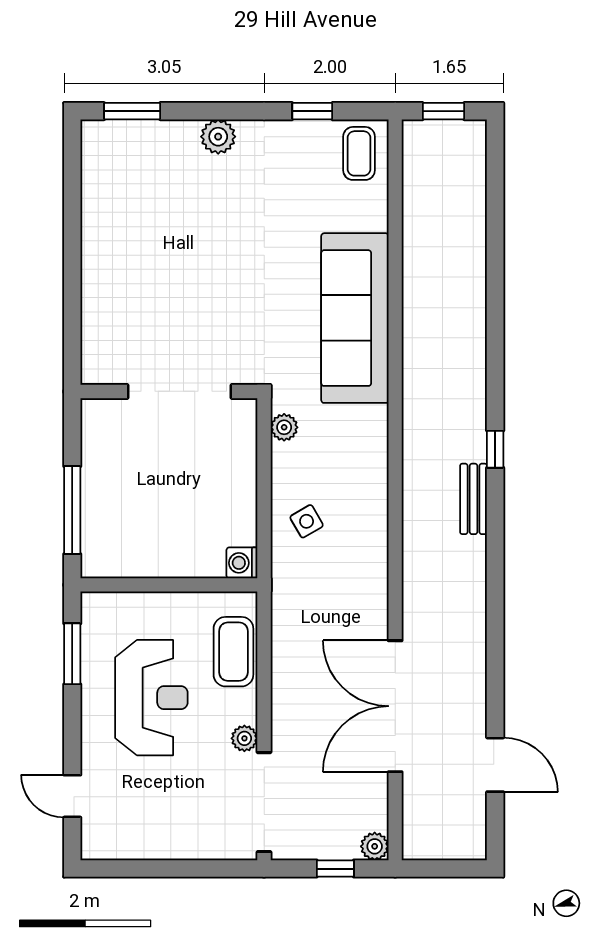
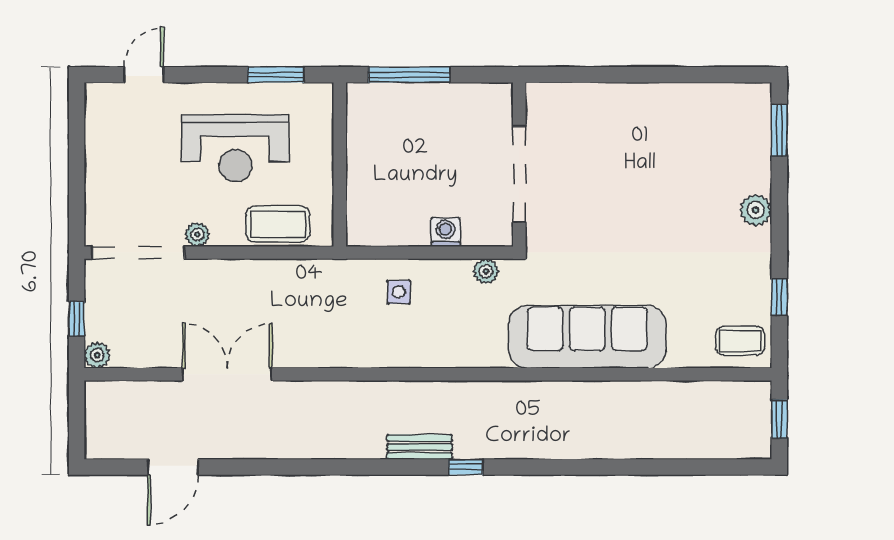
side table: (307, 521) -> (399, 292), turned 30
washing machine: (242, 563) -> (445, 232), moved
double door: (395, 706) -> (227, 374), width x0.73

